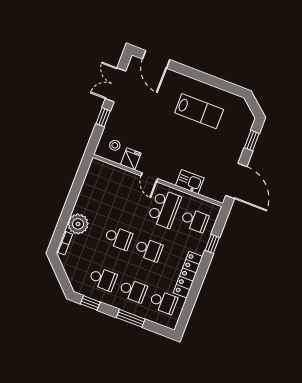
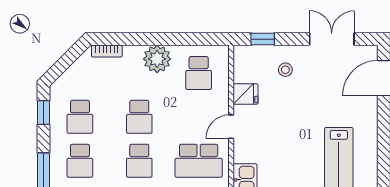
window: (103, 117) -> (263, 39), moved
stool: (115, 145) -> (285, 70), moved
school desk: (104, 186) -> (199, 73), added
plant: (78, 224) -> (157, 59), moved

